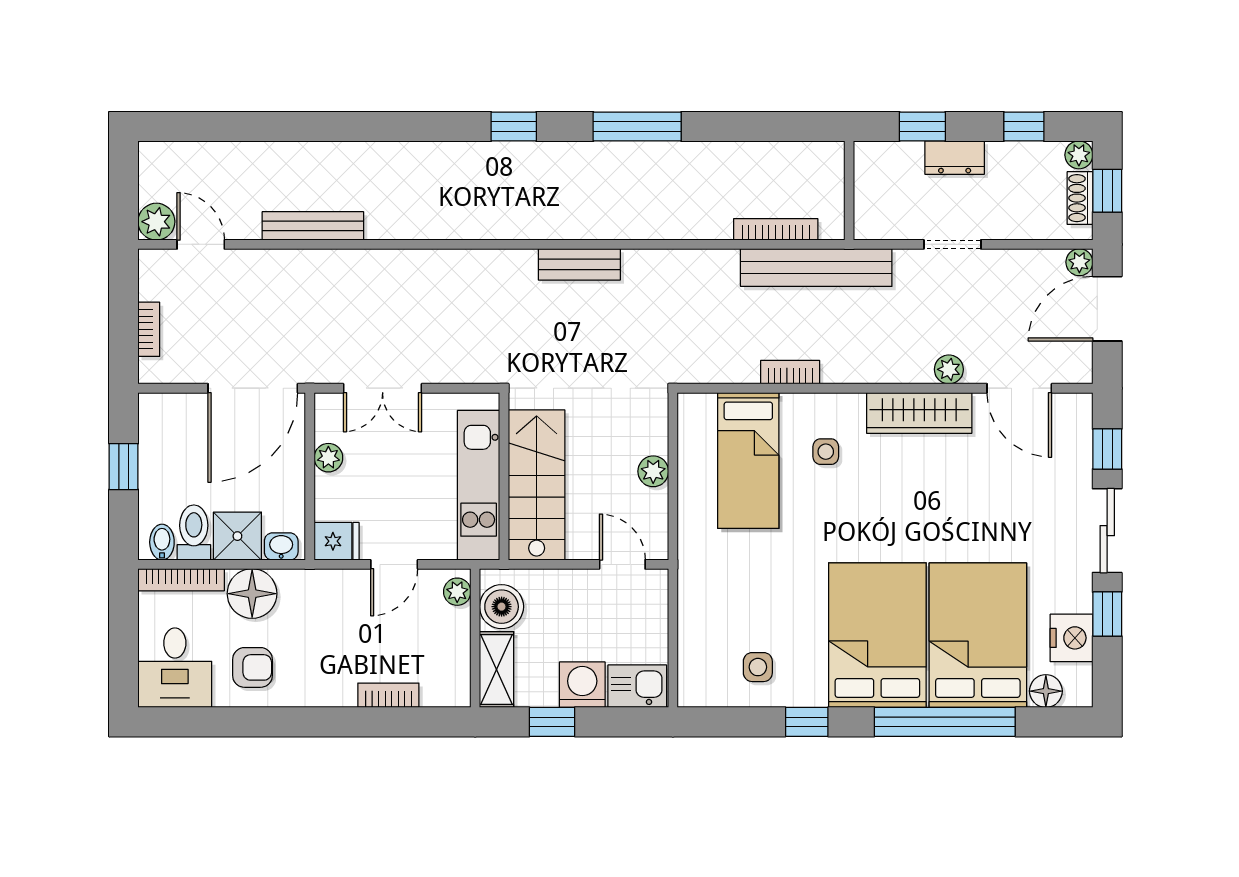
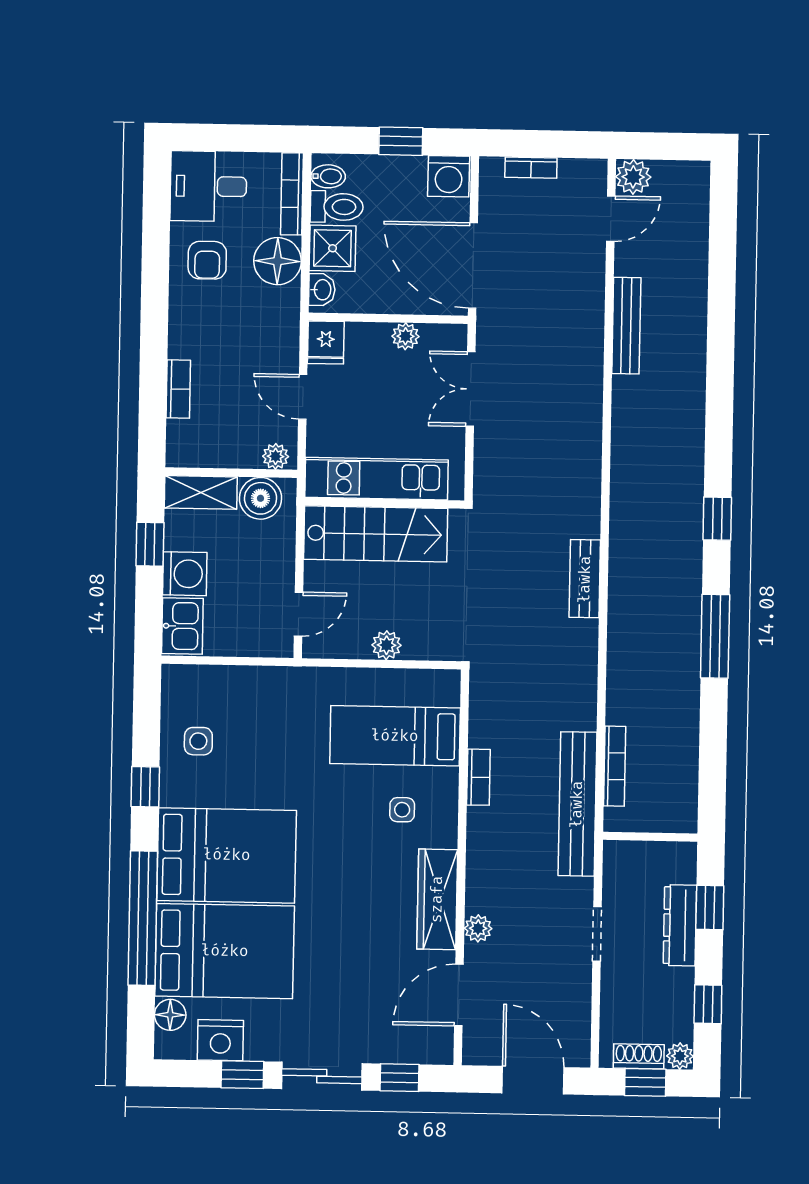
dresser: (955, 158) -> (680, 925), width x1.44
plant: (1079, 262) -> (578, 1055), removed
washing machine: (159, 416) -> (449, 176), added

